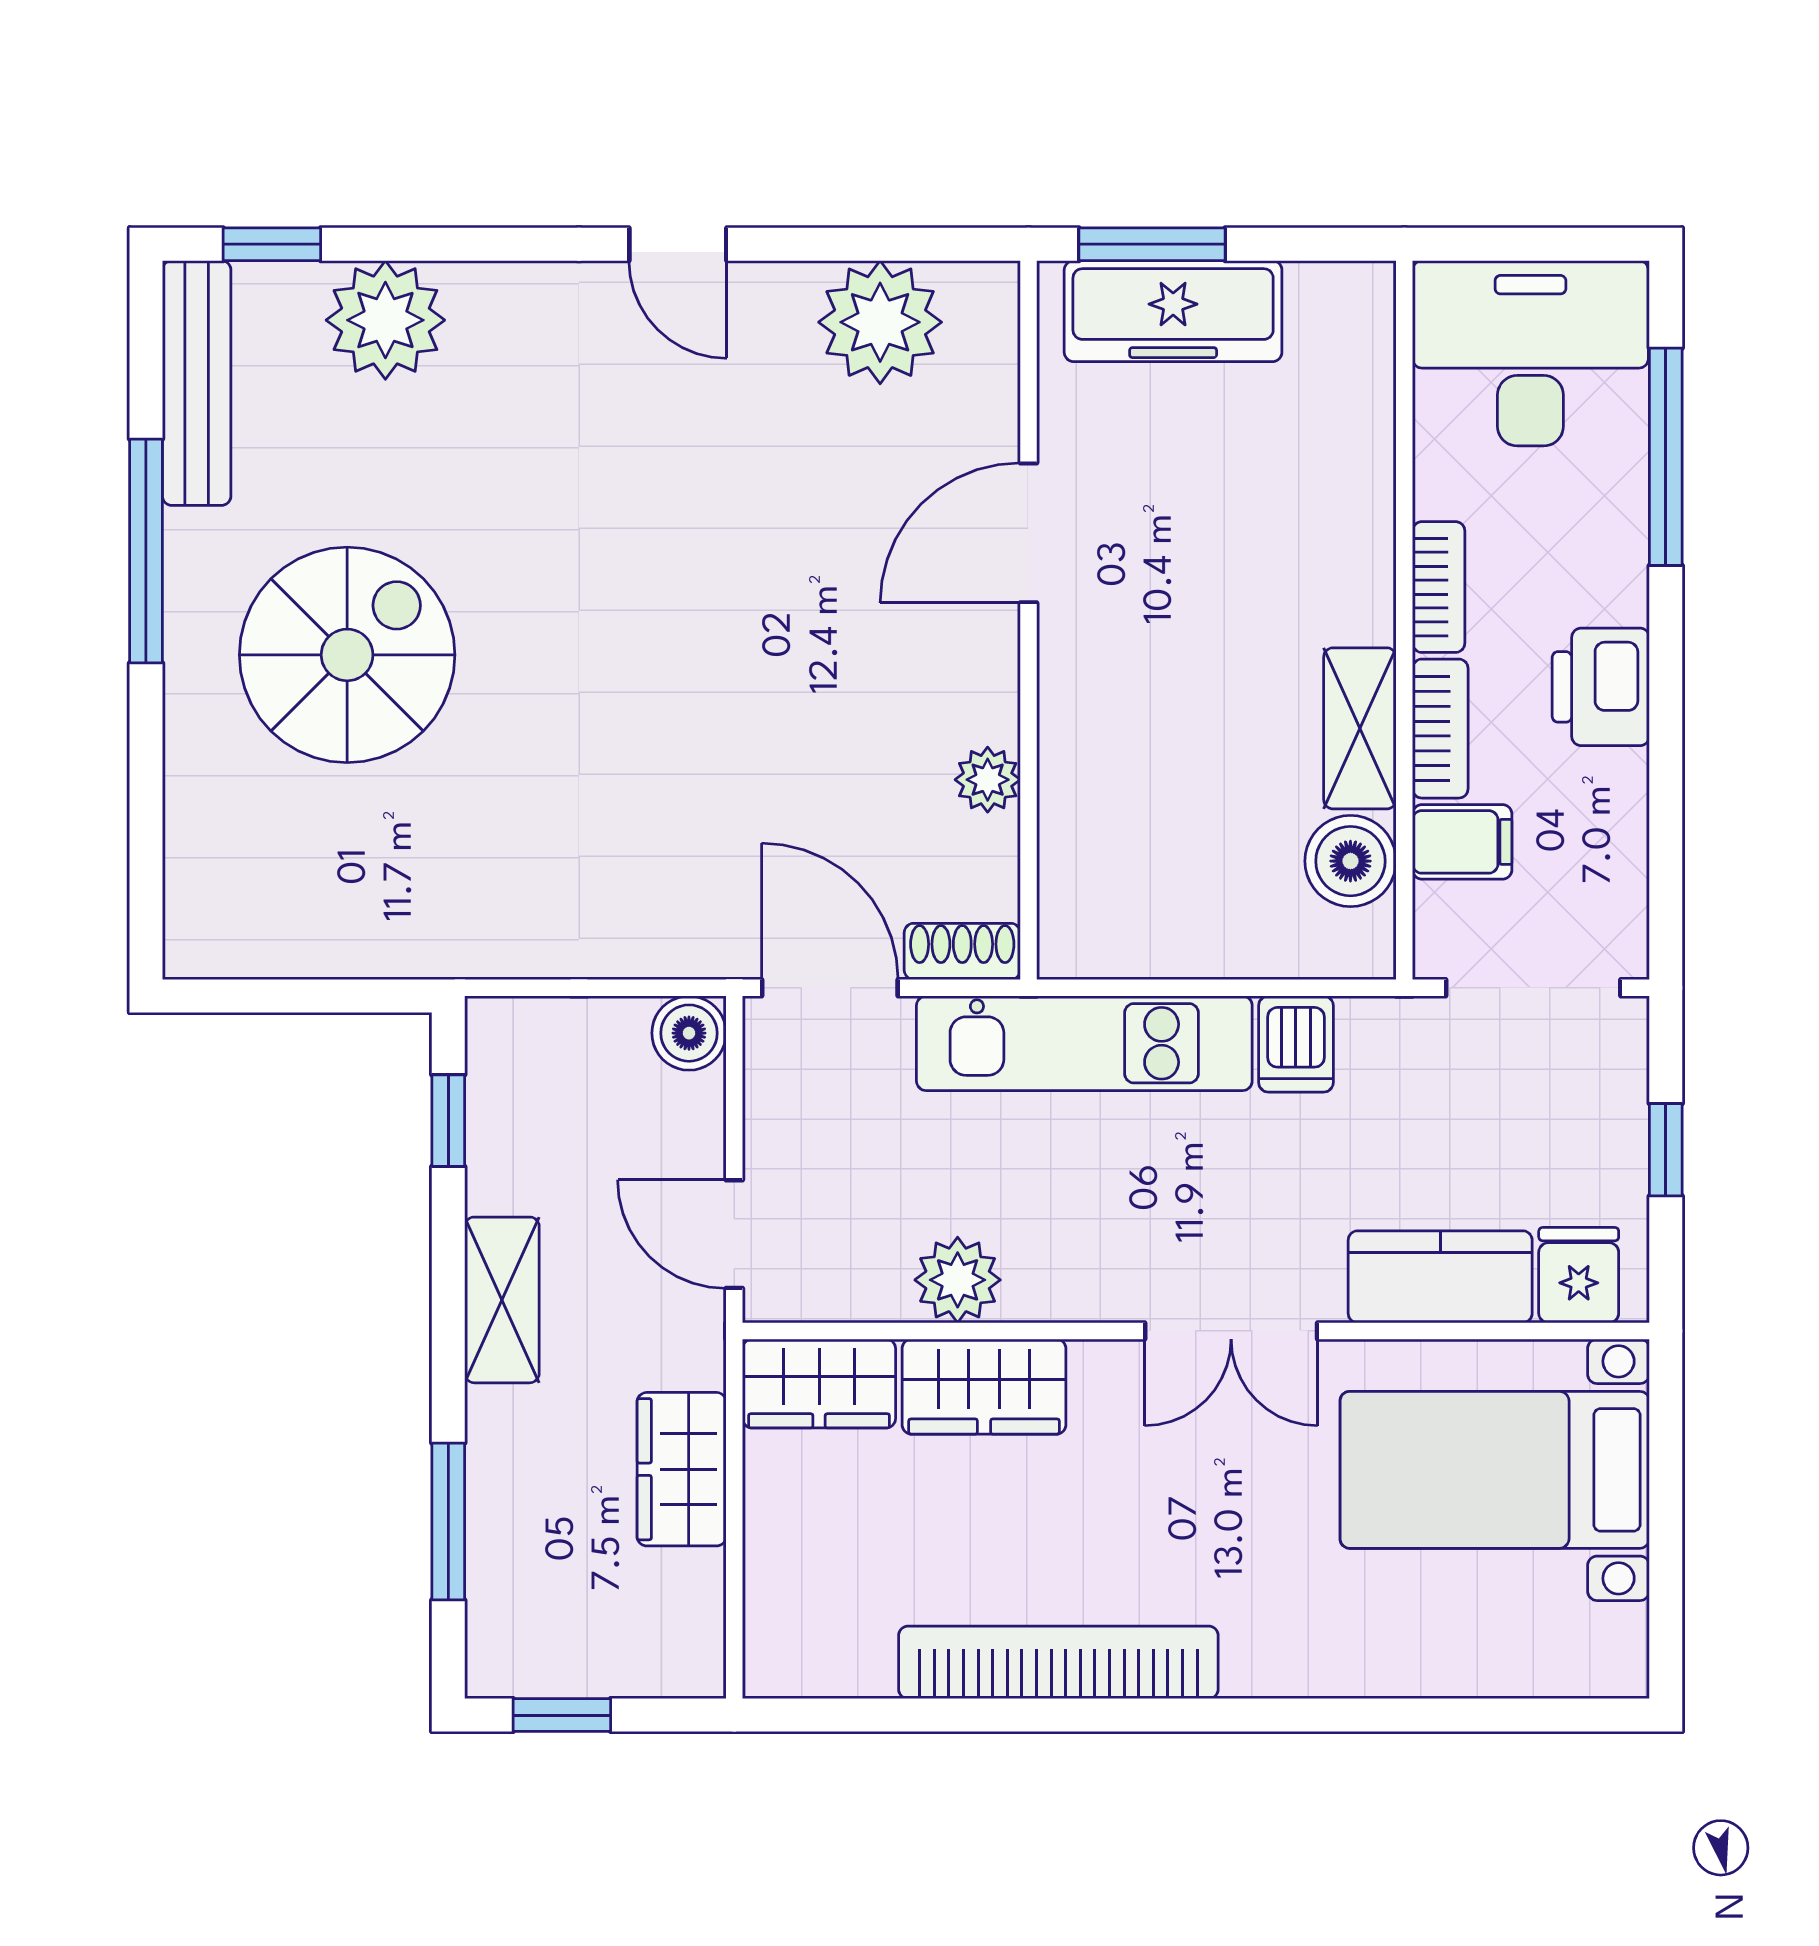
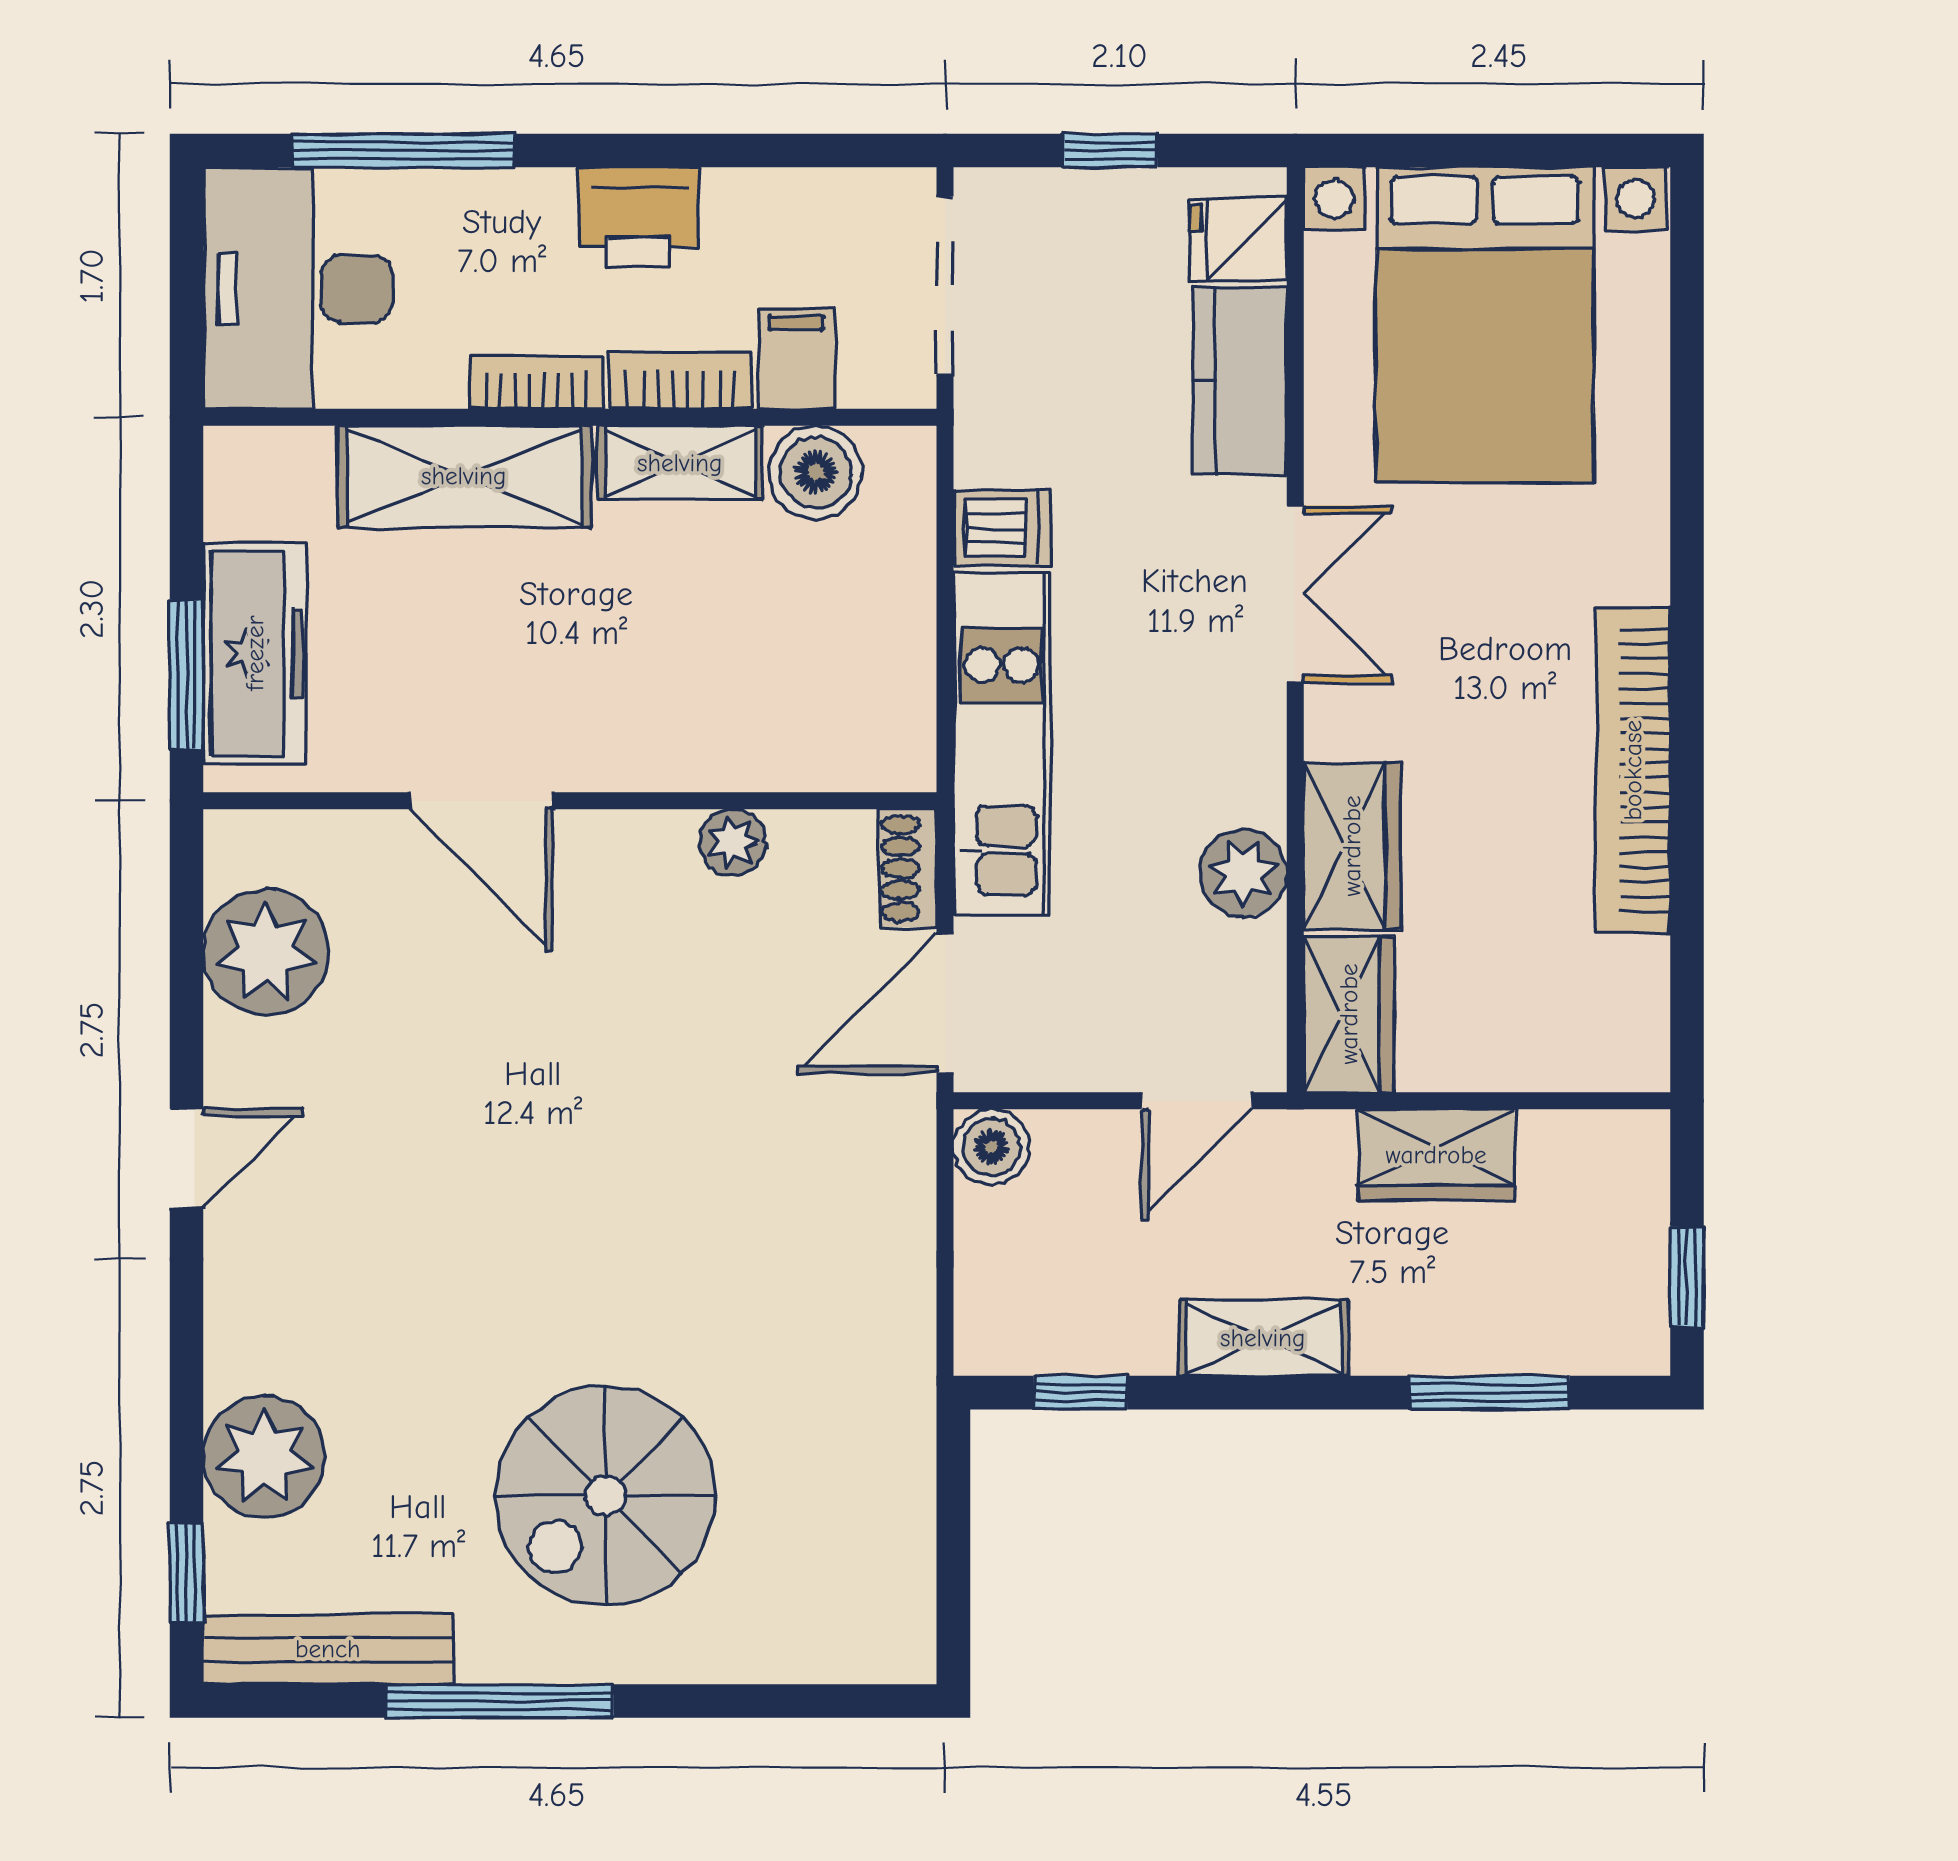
shelving: (1346, 517) -> (464, 476), added
spiral stairs: (347, 655) -> (605, 1496), turned -90
bed with nightstands: (1495, 1470) -> (1485, 325), width x1.36

